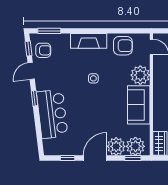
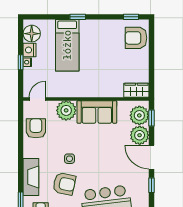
fireplace: (89, 41) -> (31, 177), moved
armchair: (69, 73) -> (64, 184), added

